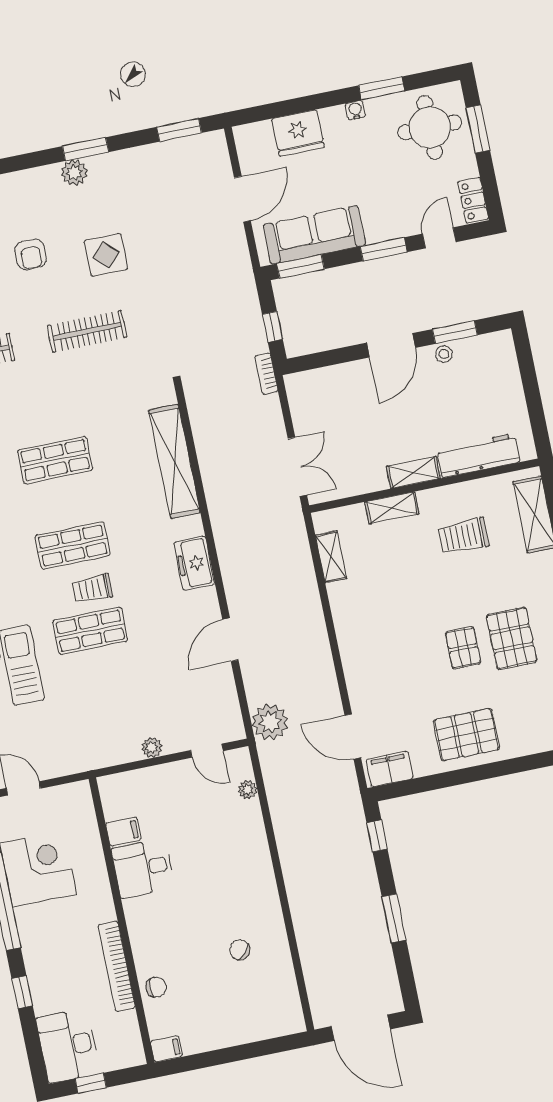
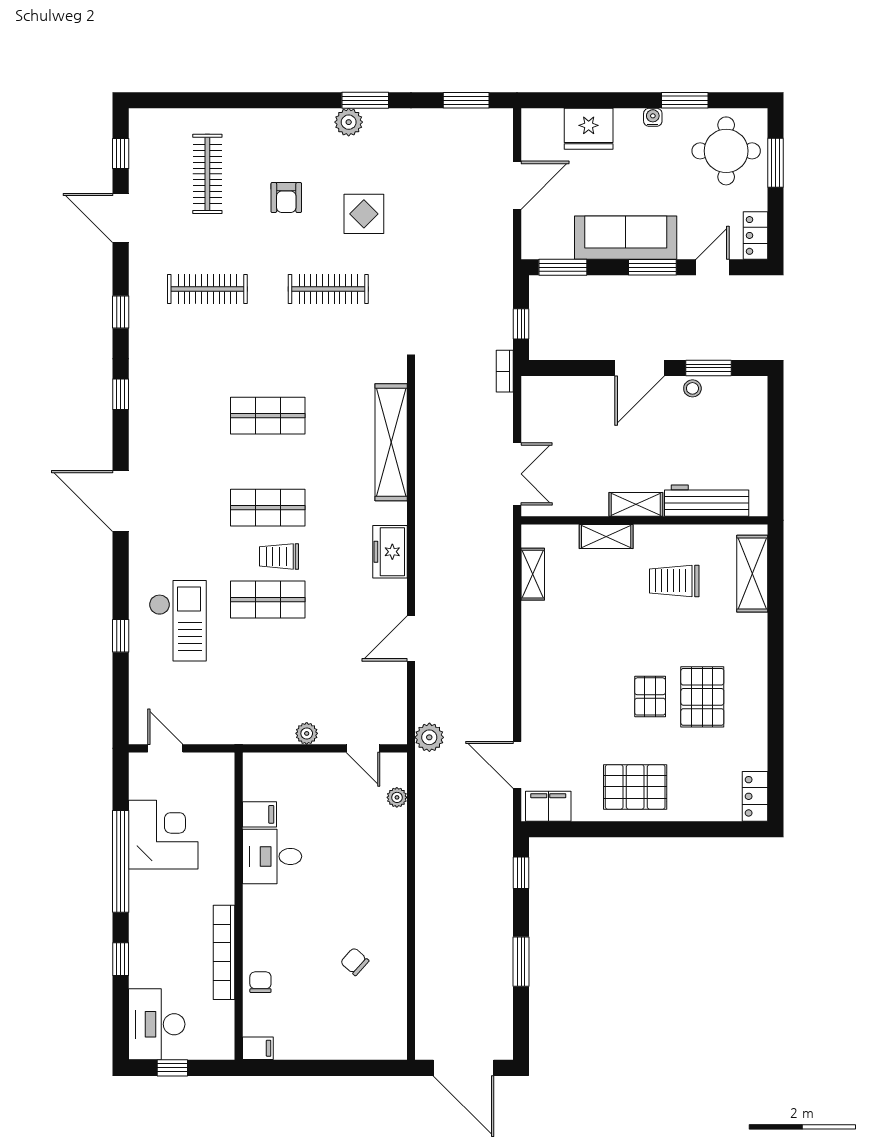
sofa: (314, 235) -> (626, 238), moved
plant: (270, 722) -> (429, 737), width x0.73, depth x0.73
chair: (156, 987) -> (260, 982), turned -90

